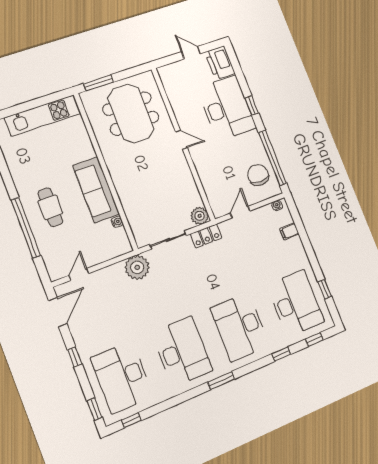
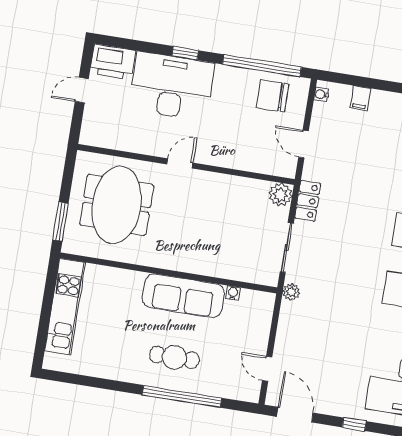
meeting table: (131, 113) -> (117, 205), turned 90
plant: (137, 267) -> (291, 292), width x0.53, depth x0.53

